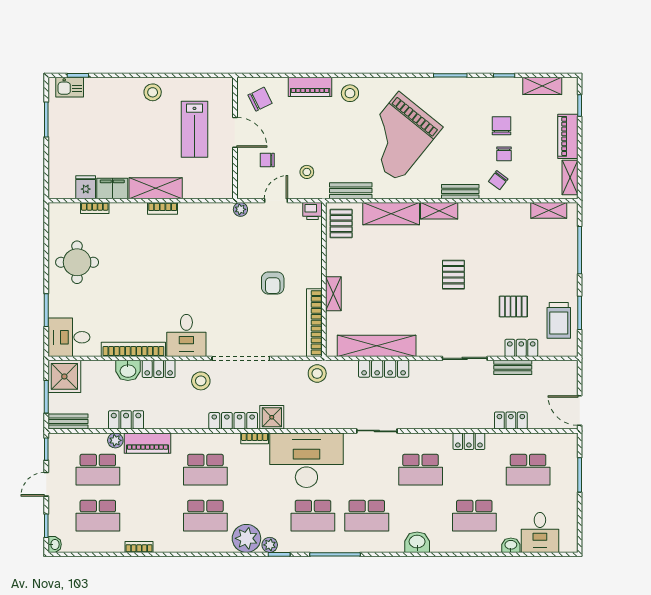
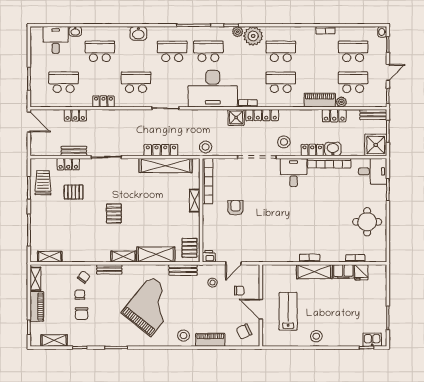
plant: (240, 209) -> (257, 257), removed

